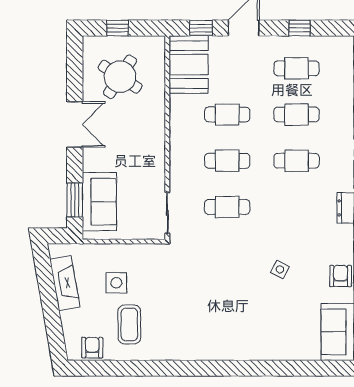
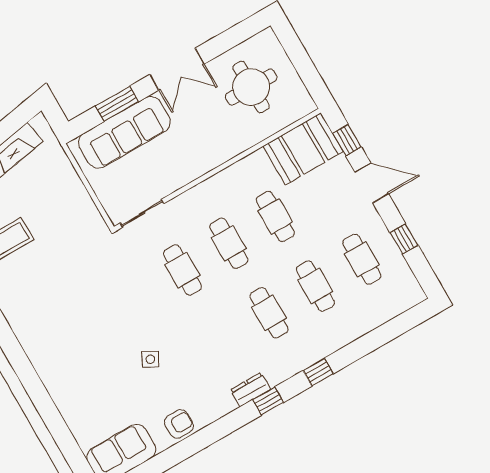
window: (118, 28) -> (299, 56), removed
round table: (120, 77) -> (251, 87), turned -33
window: (75, 200) -> (117, 104), moved
sofa: (99, 202) -> (124, 132), width x1.36
side table: (116, 283) -> (42, 203), removed

